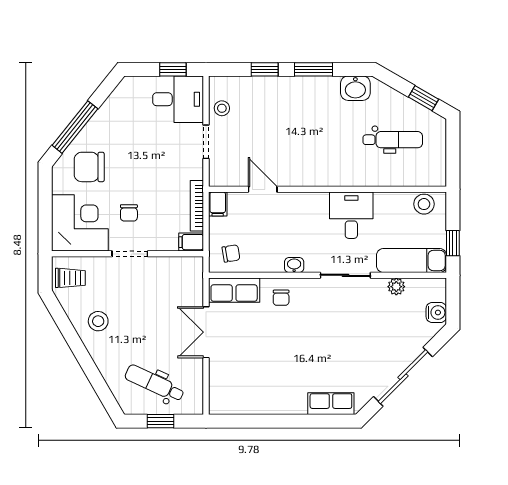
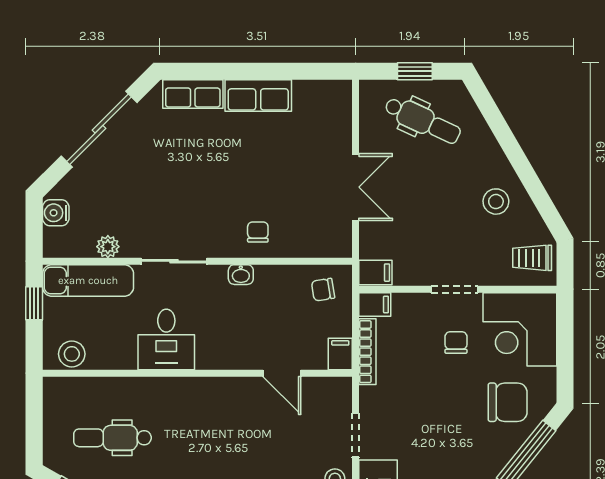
filing cabinet: (191, 267) -> (375, 273), added
row of seats: (234, 290) -> (258, 96), moved, turned 180

